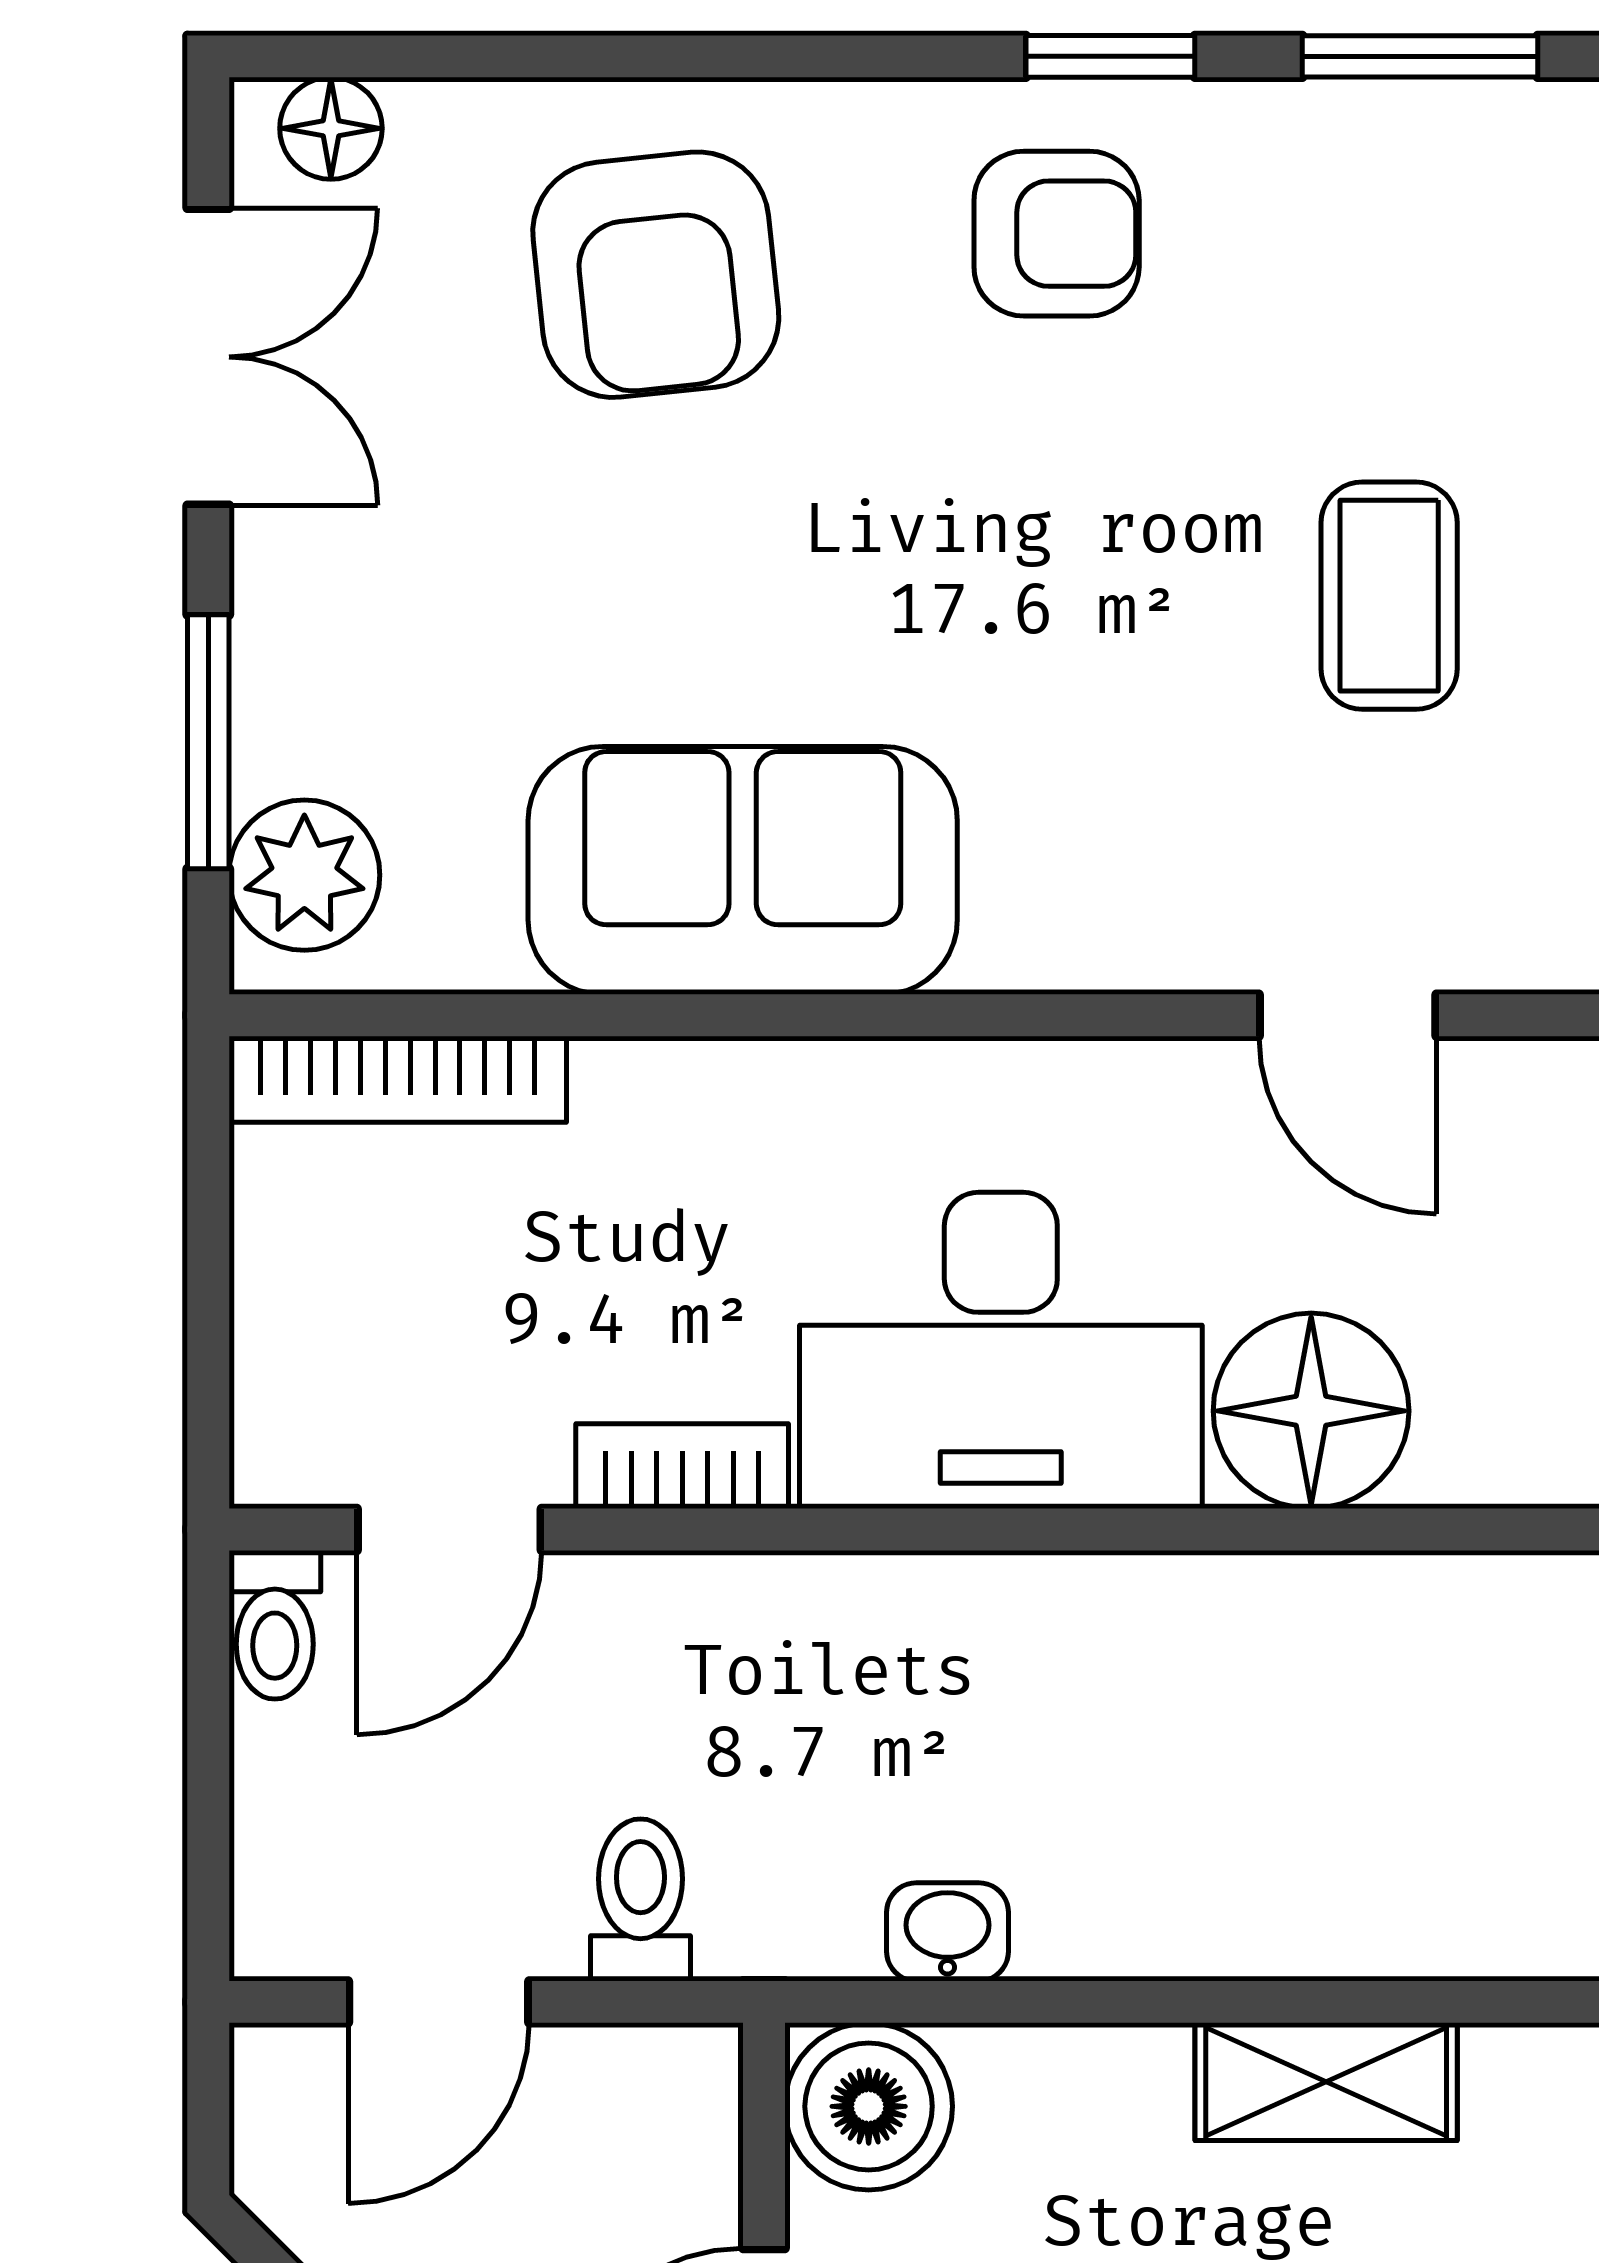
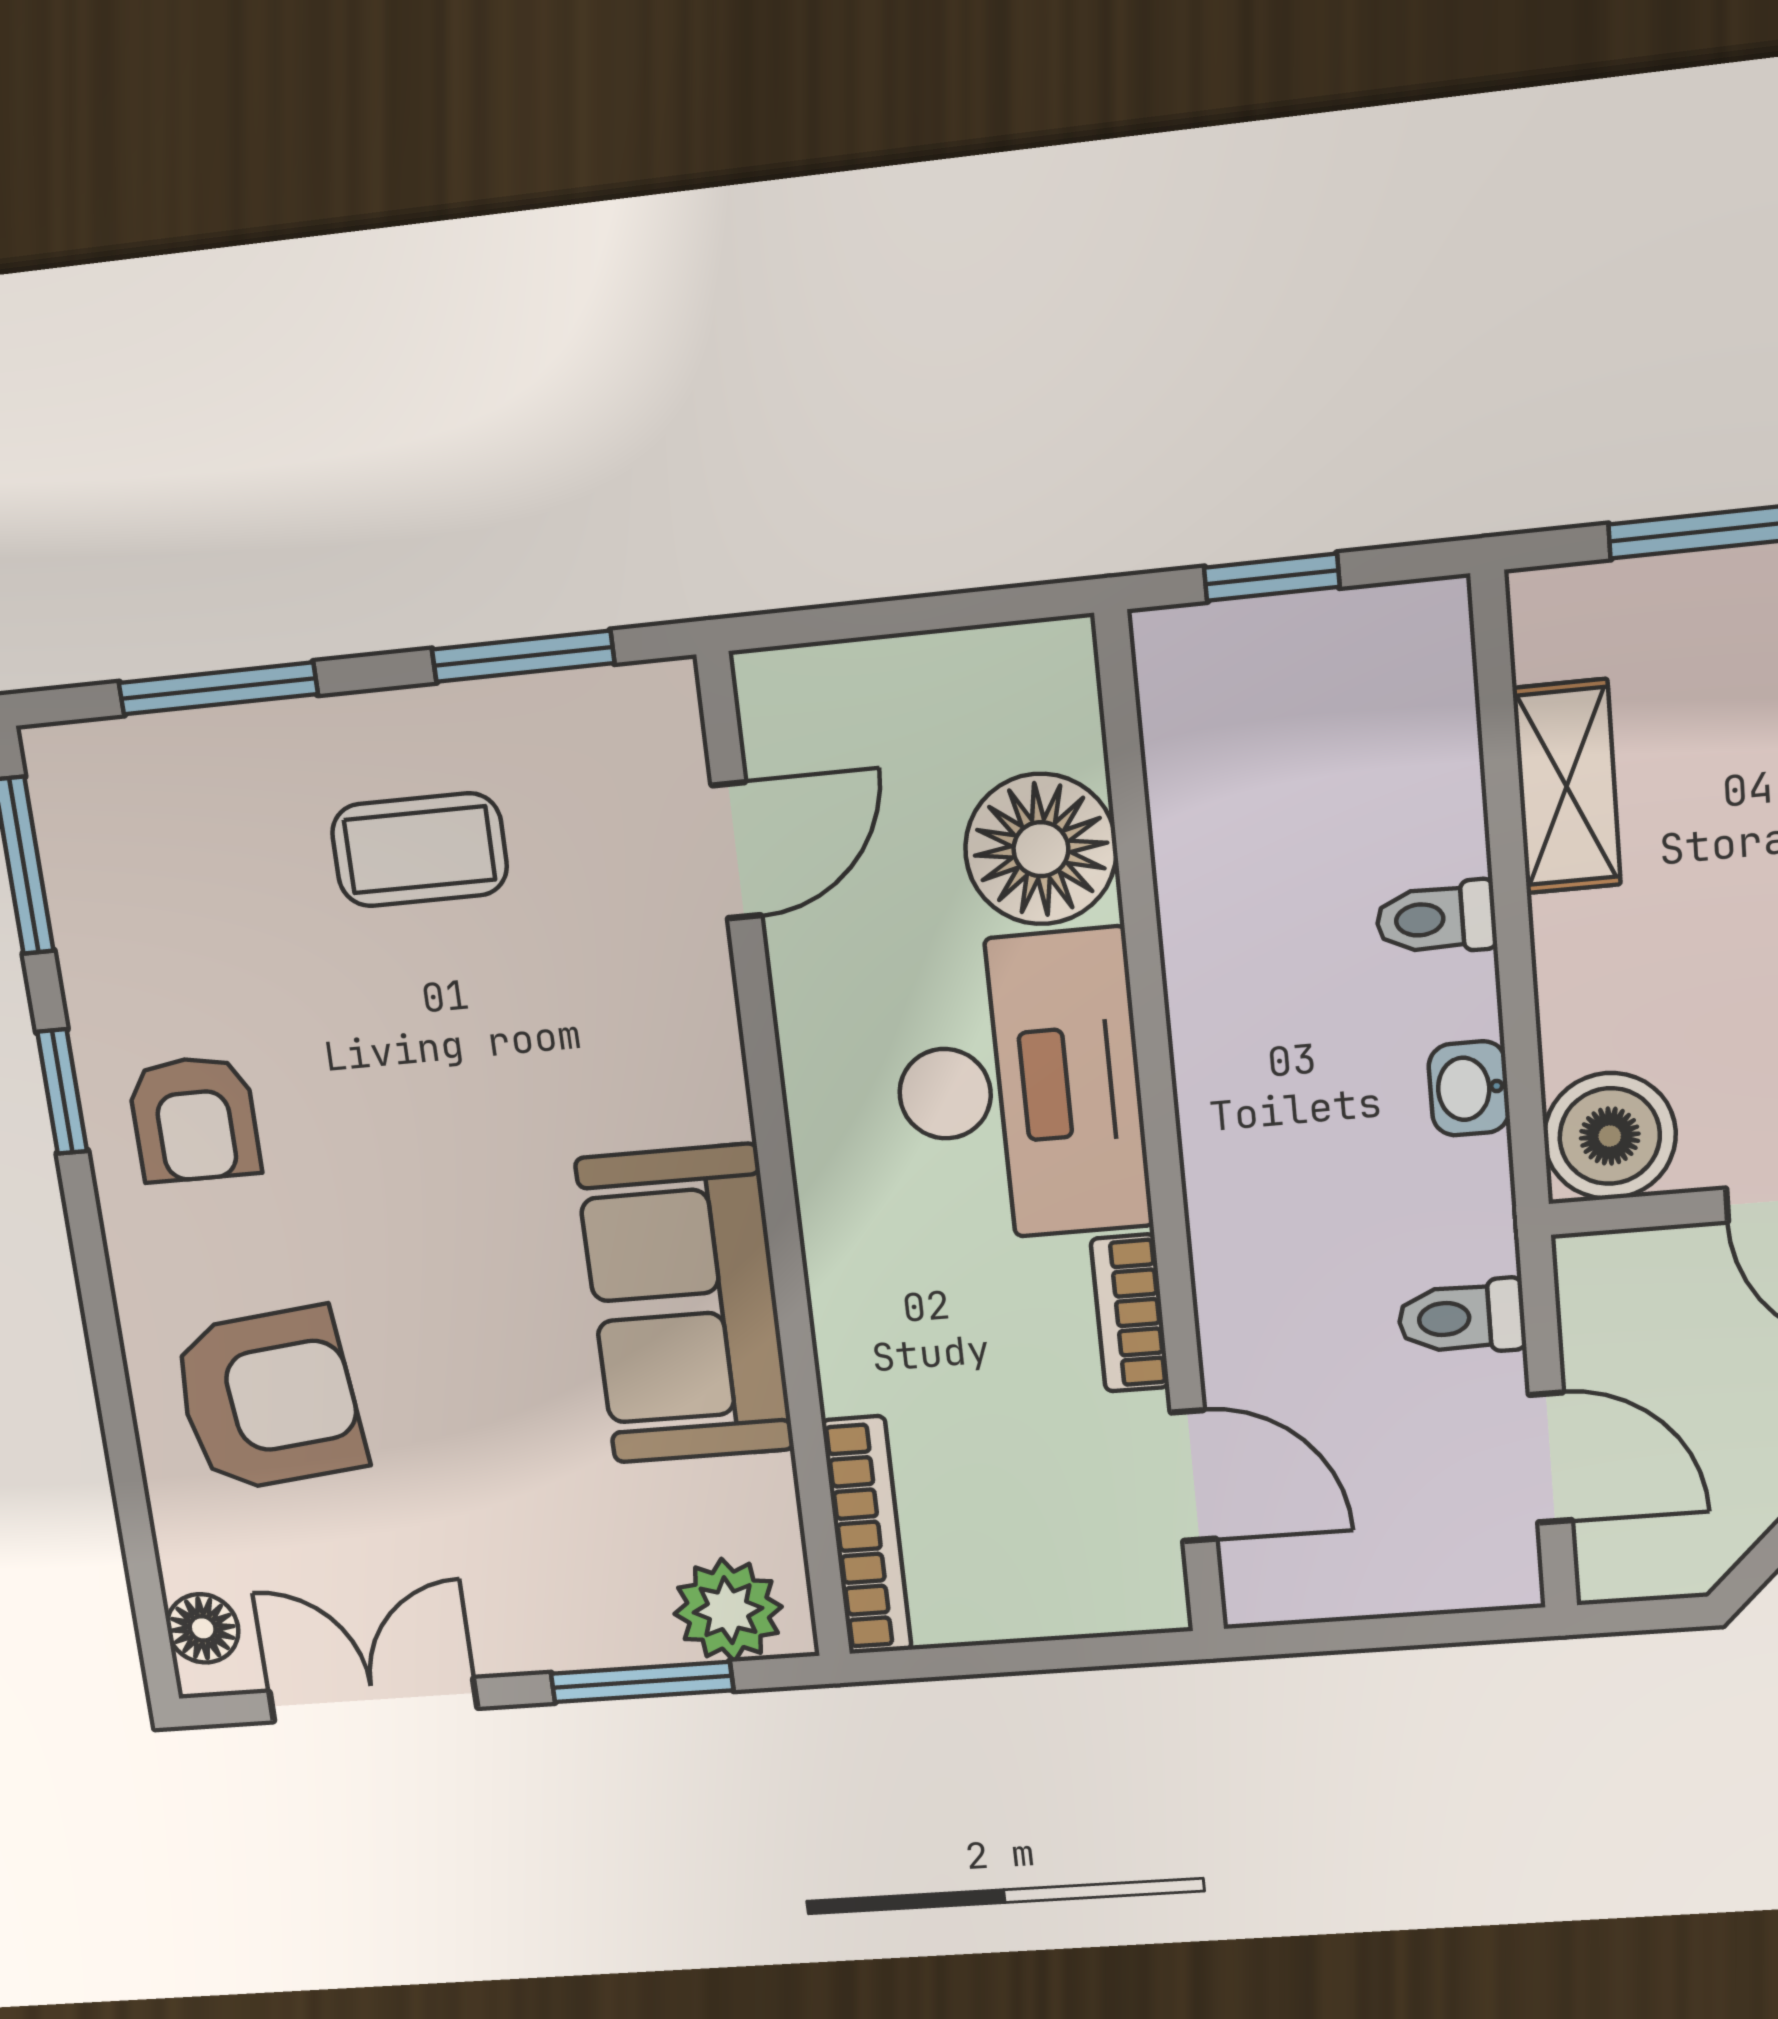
armchair: (1057, 234) -> (194, 1119), turned 180
toilet: (275, 1625) -> (1436, 918), moved, turned 180

